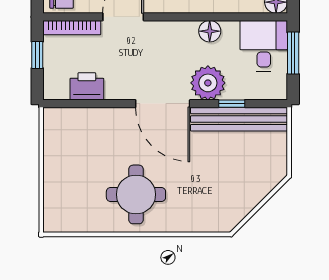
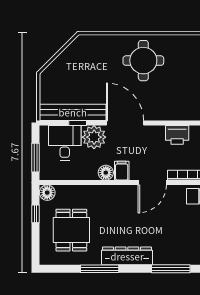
floor lamp: (210, 31) -> (106, 173), moved
filing cabinet: (168, 34) -> (122, 171), added
desk: (264, 46) -> (65, 143), moved, turned 180

